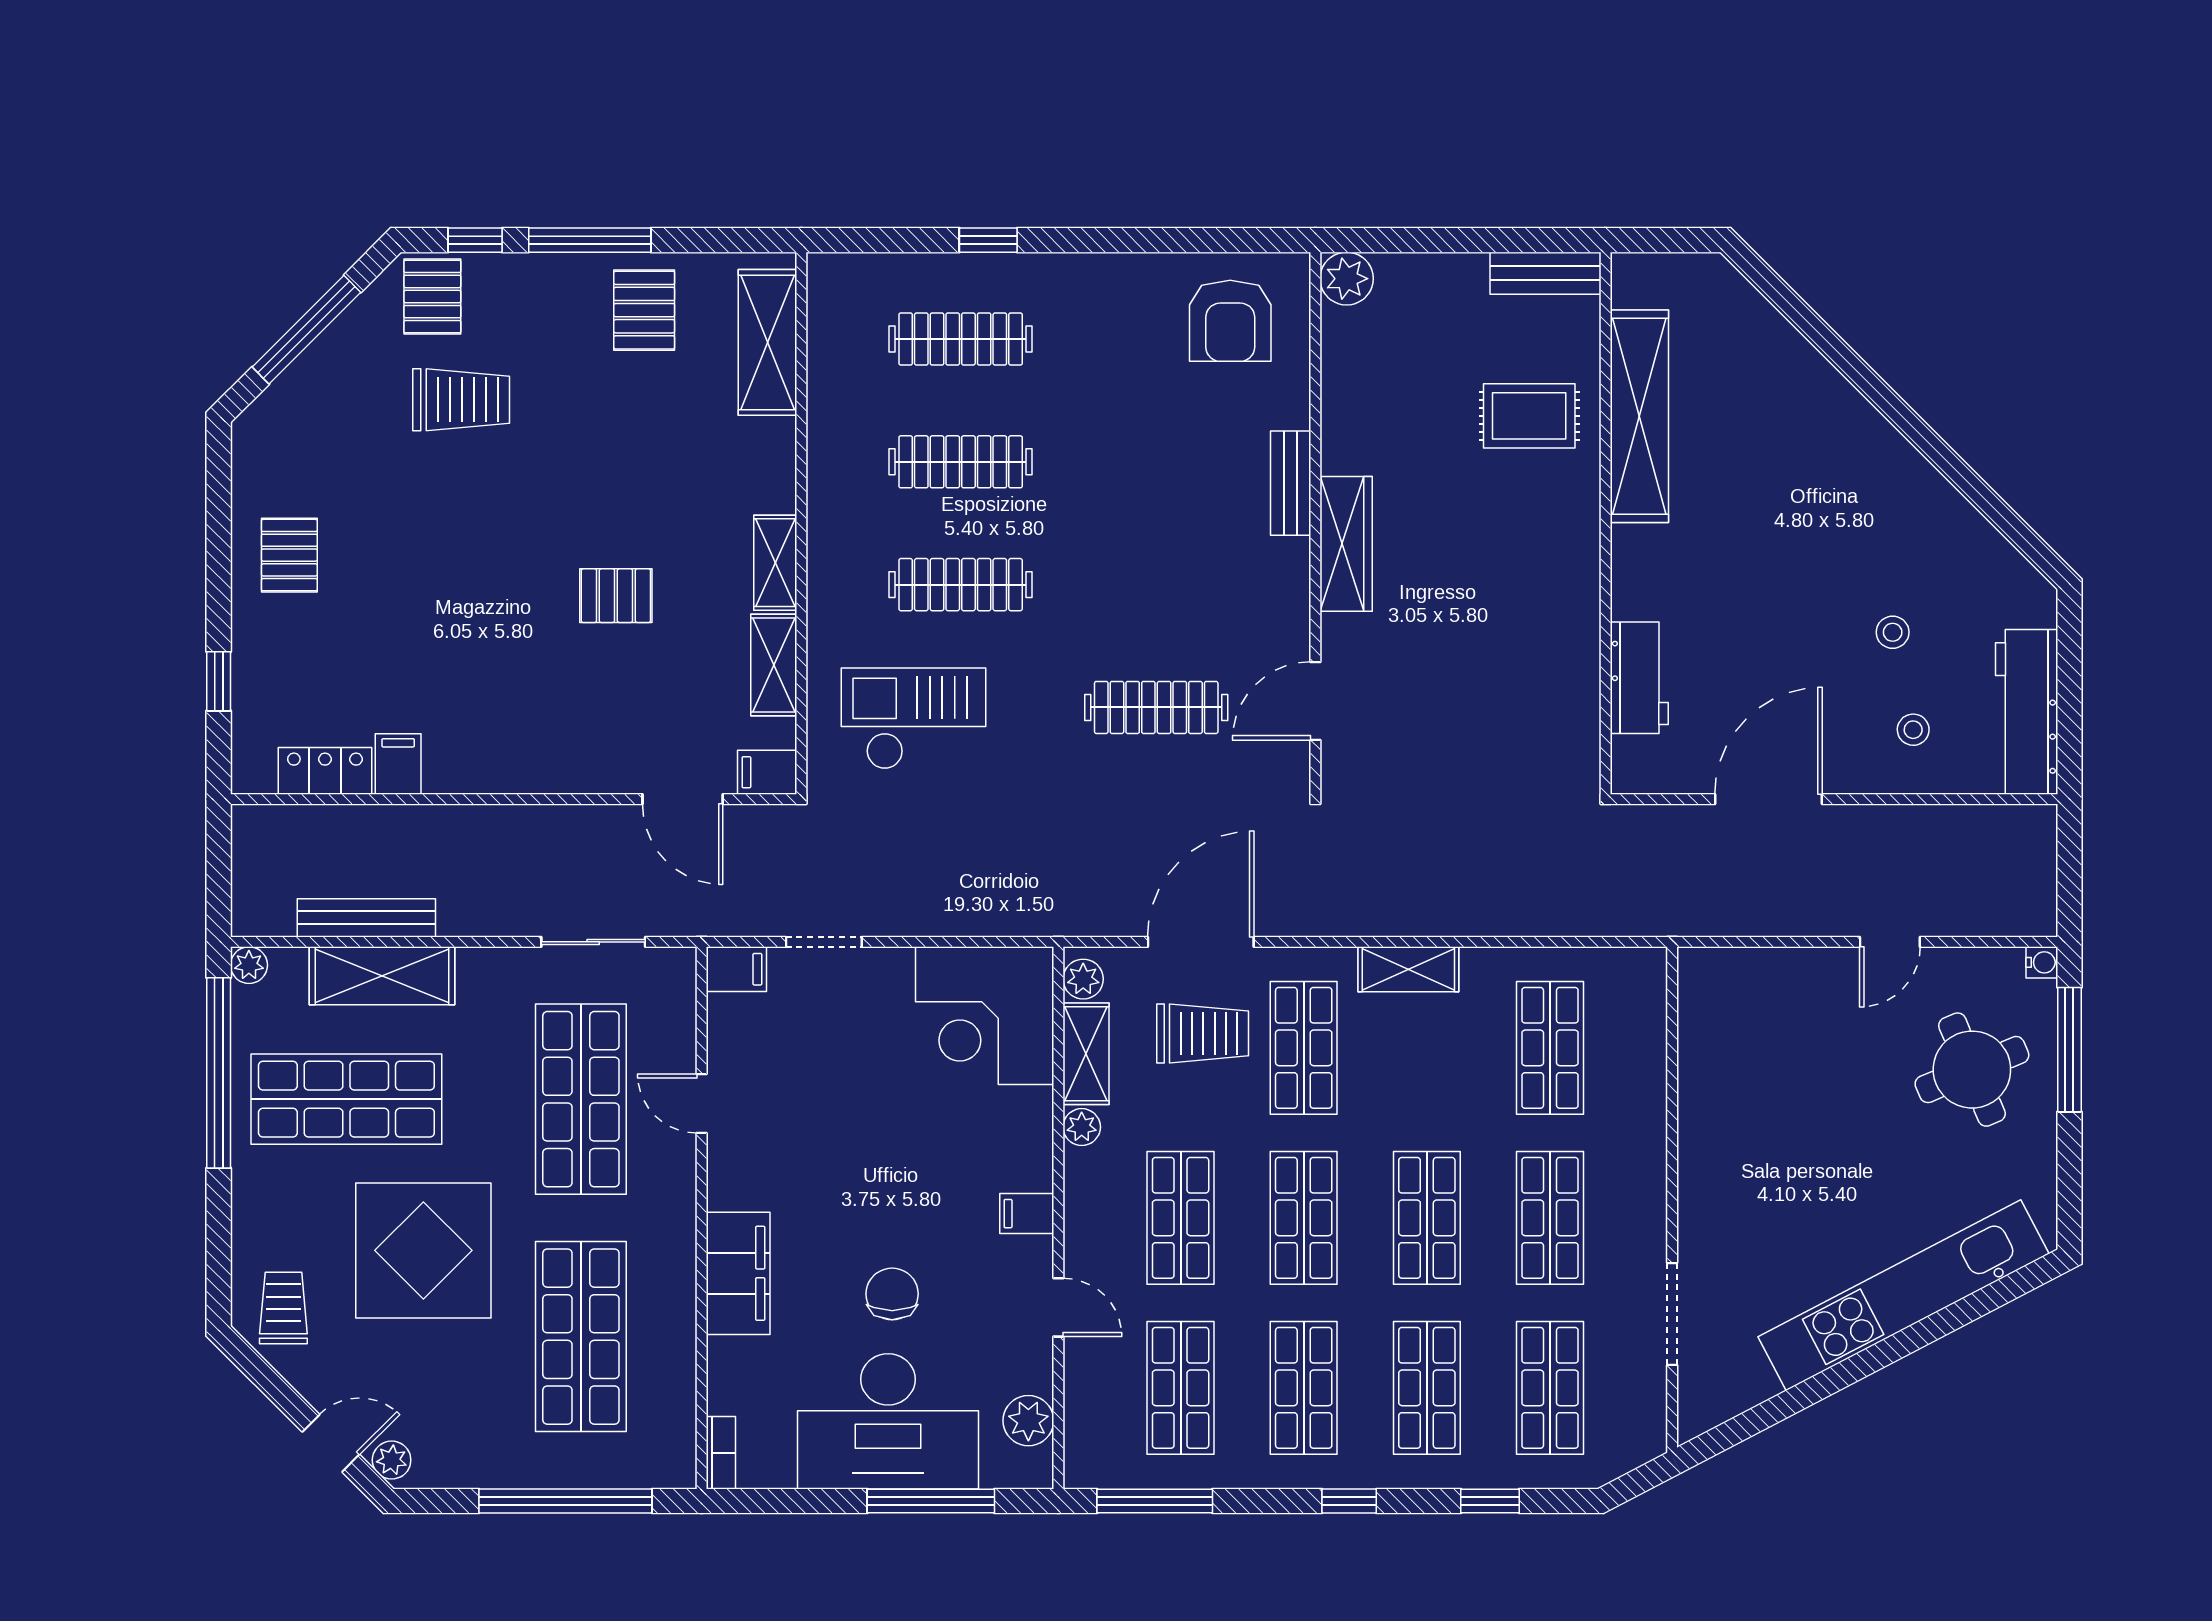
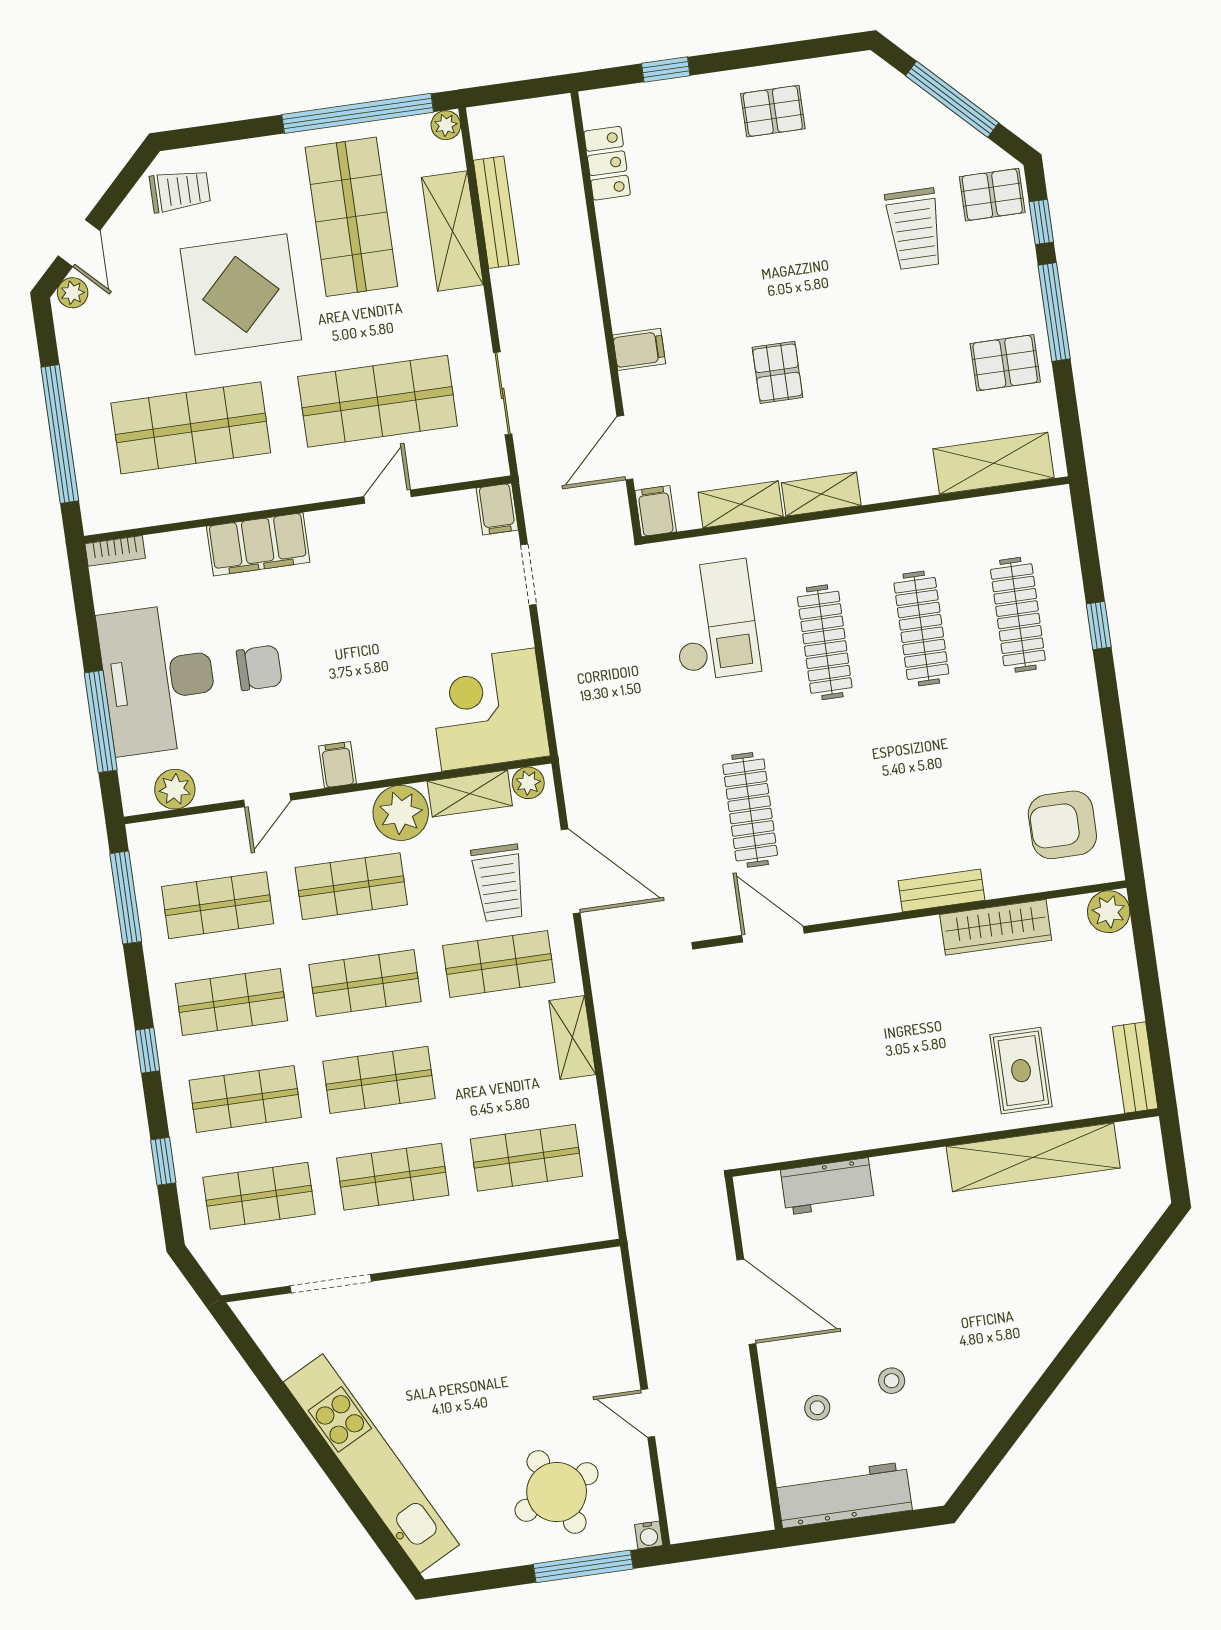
wardrobe: (1346, 544) -> (996, 927), moved
filing cabinet: (398, 764) -> (639, 349), moved
plant: (1082, 1127) -> (401, 813), width x1.88, depth x1.88

